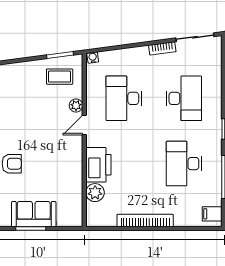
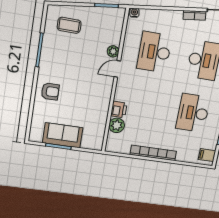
coffee table: (60, 77) -> (69, 25), moved
printer: (98, 165) -> (119, 109), width x0.53, depth x0.68

